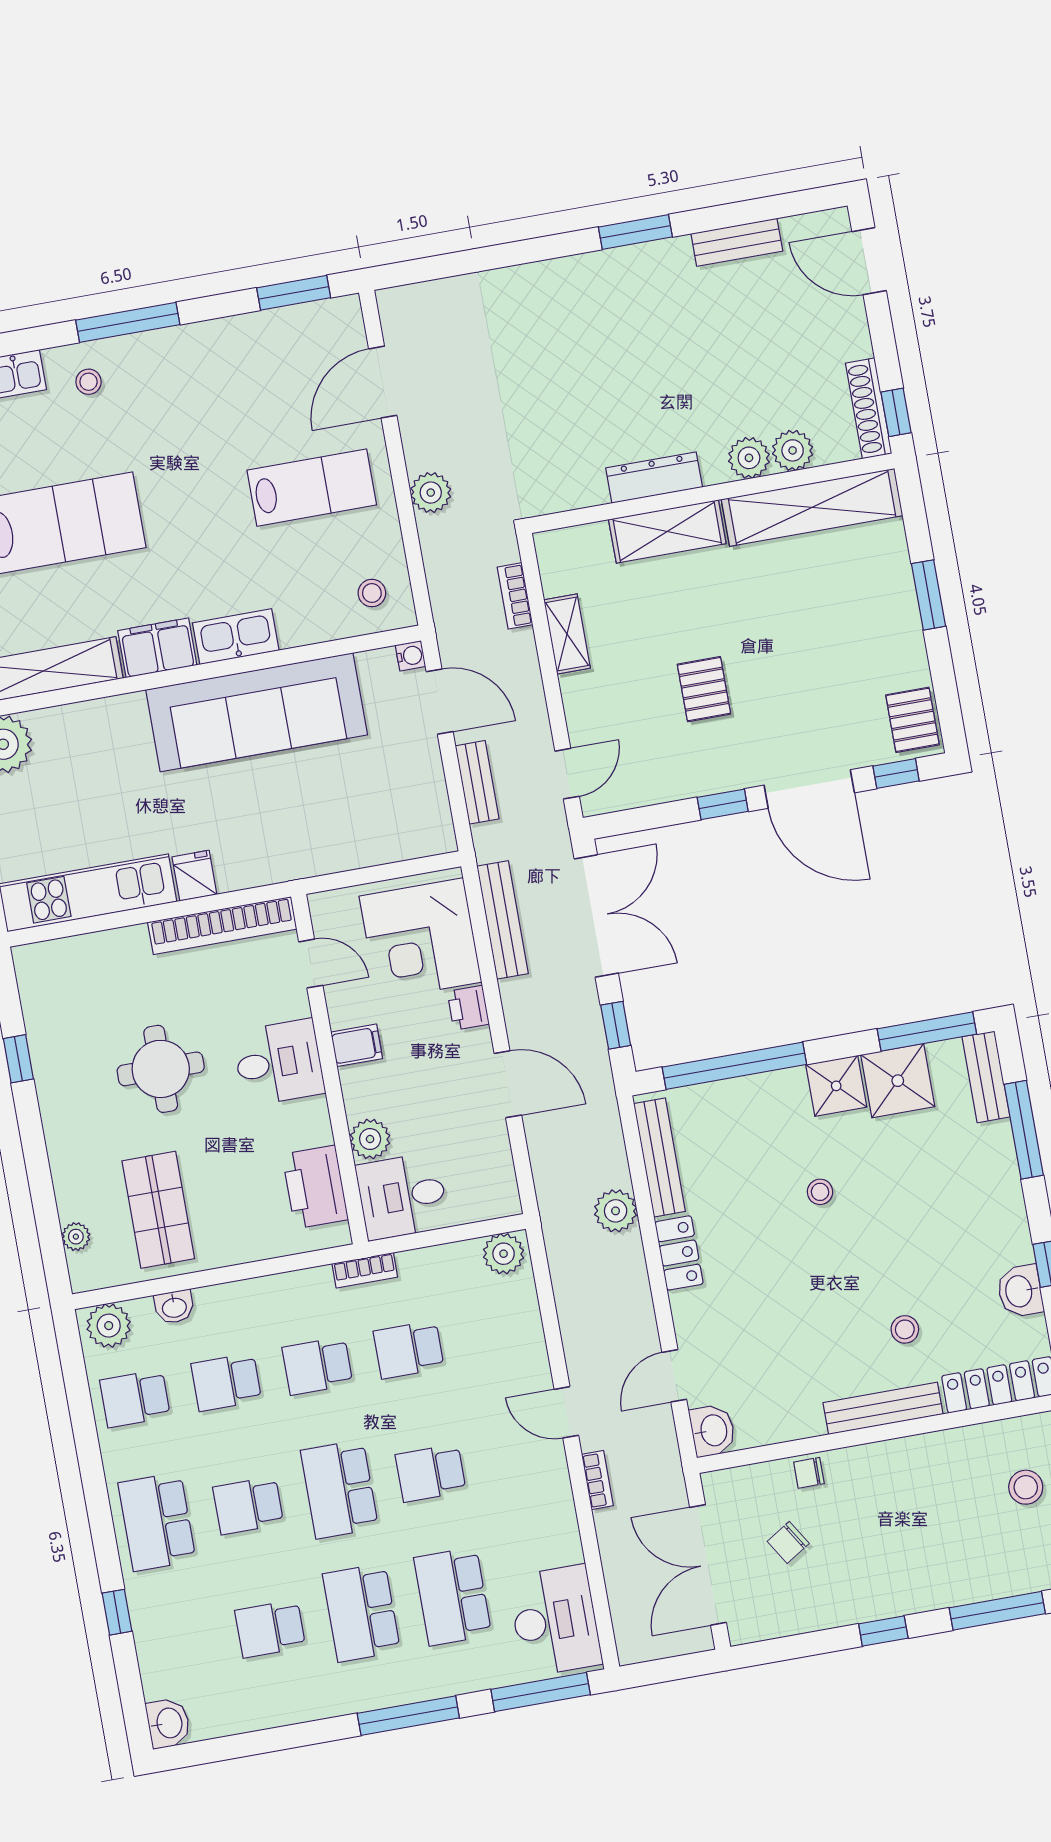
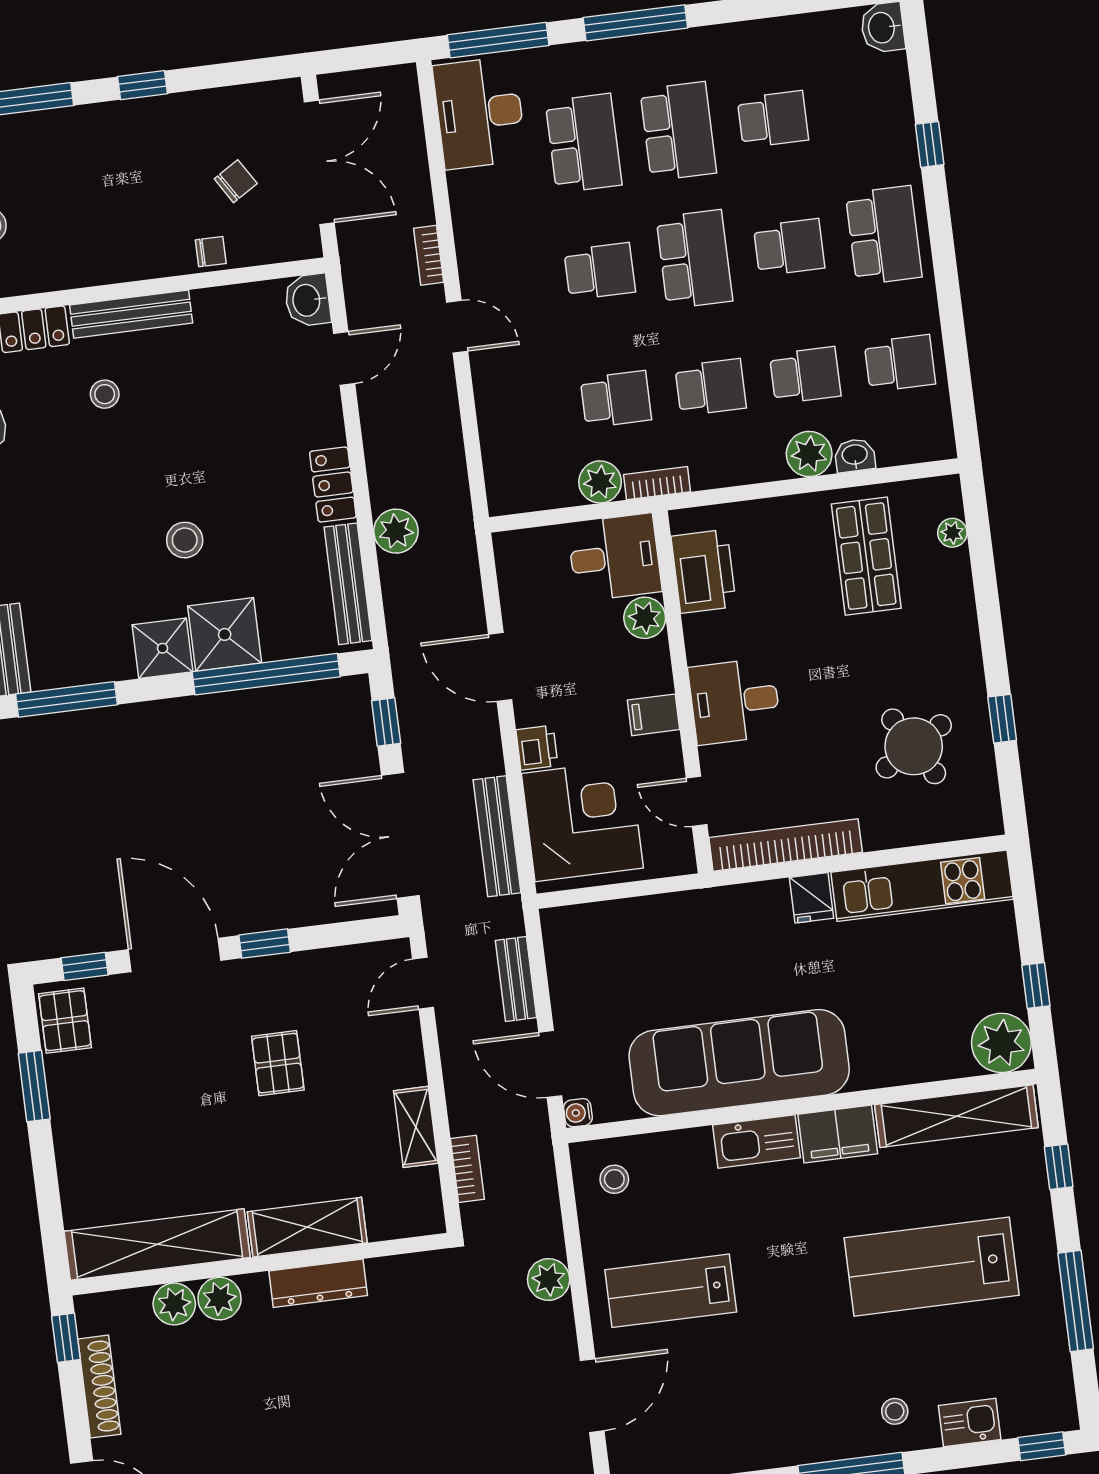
shoe rack: (869, 408) -> (99, 1387), moved
window: (929, 595) -> (34, 1086), moved
round table: (161, 1069) -> (914, 746), moved, turned -31
shower: (898, 1081) -> (225, 634), moved
stool: (820, 1192) -> (185, 540), width x1.37, depth x1.37
plant: (504, 1254) -> (600, 482), moved
plant: (109, 1326) -> (809, 454), moved

